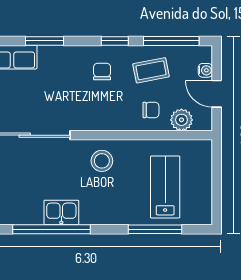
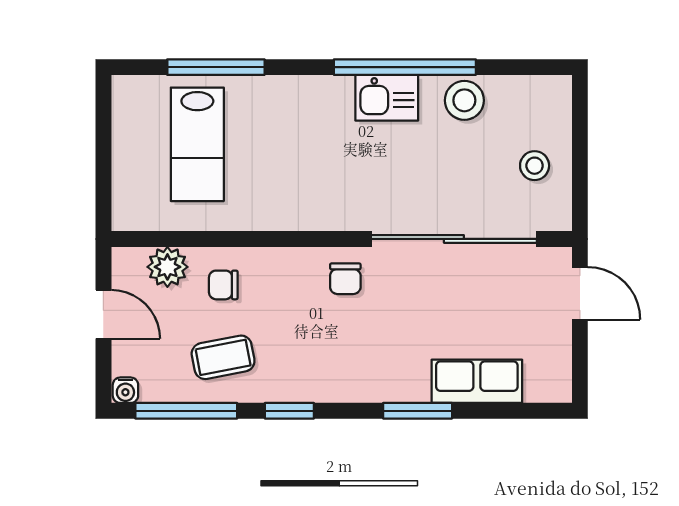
water cooler: (205, 70) -> (125, 390), moved, turned -90
chair: (102, 72) -> (345, 279), moved
stool: (102, 161) -> (464, 100), moved

